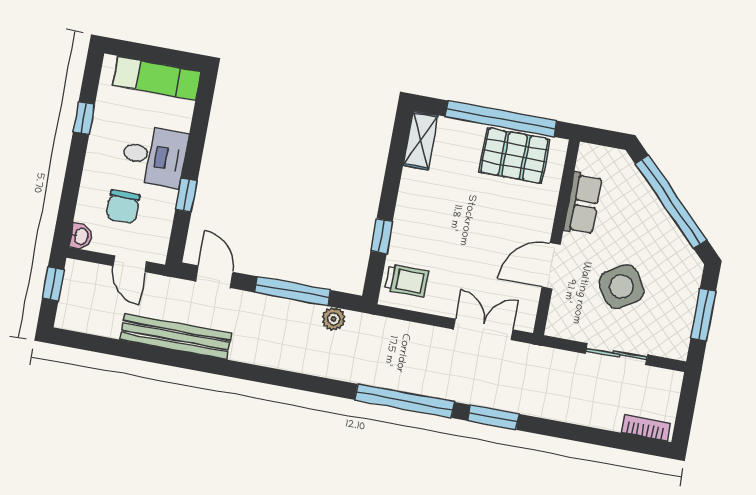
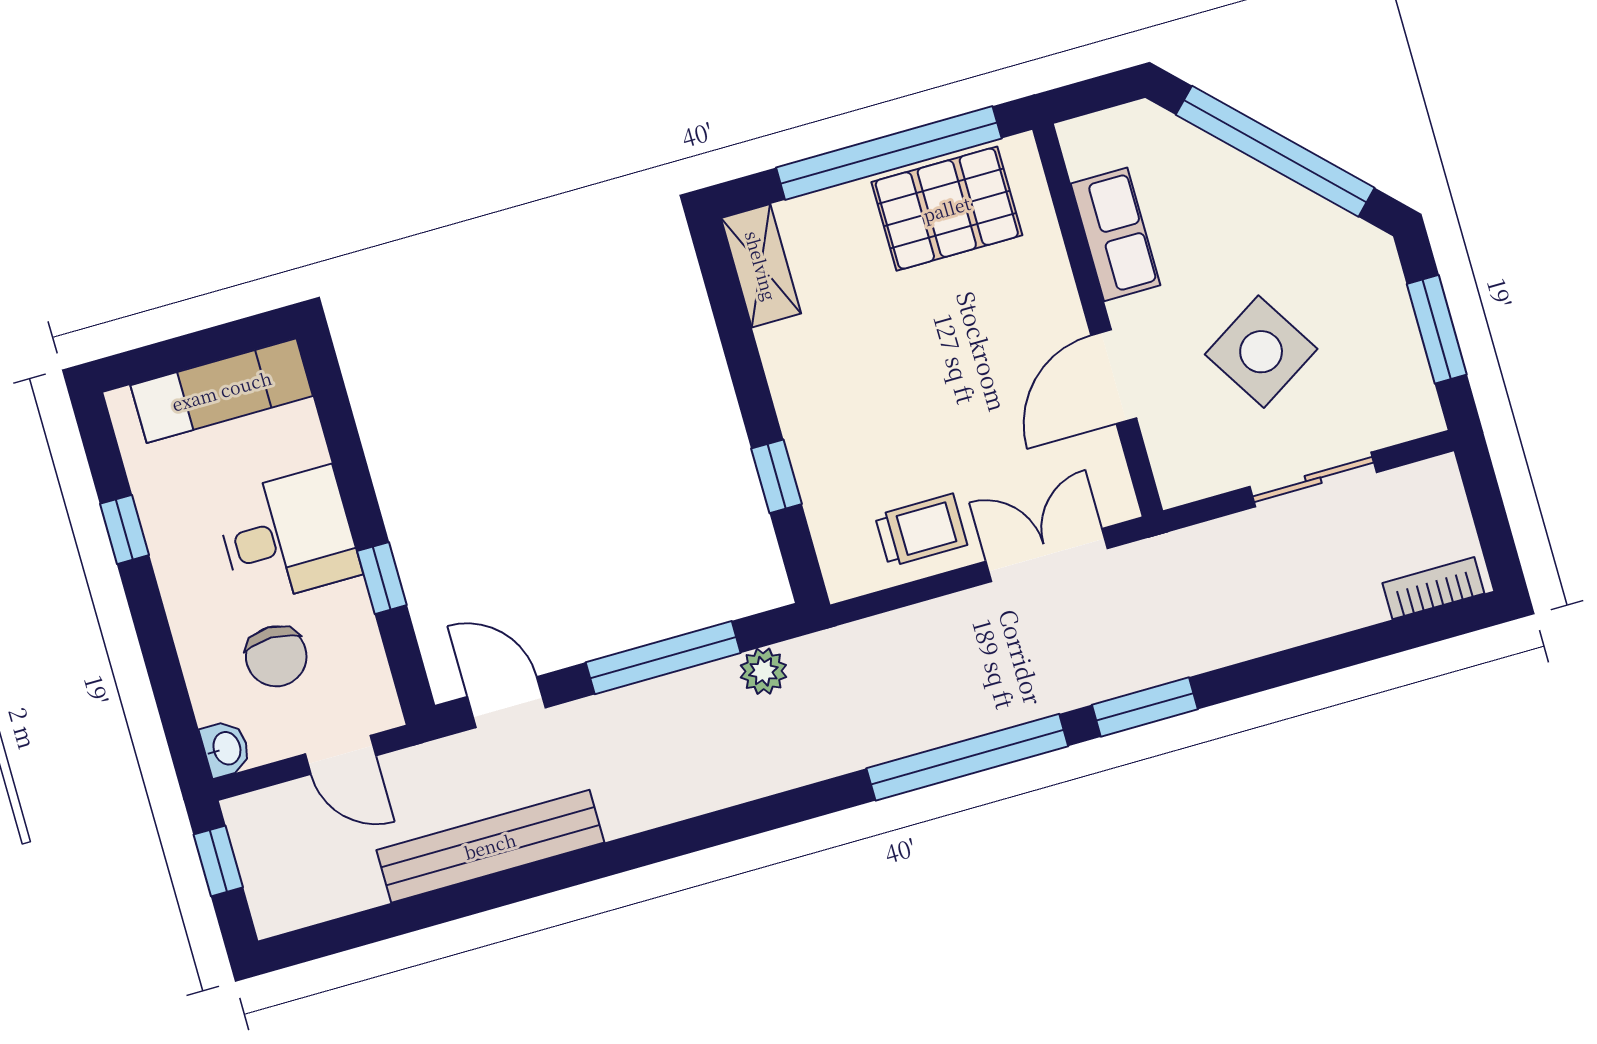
trolley: (407, 281) -> (921, 530), moved

